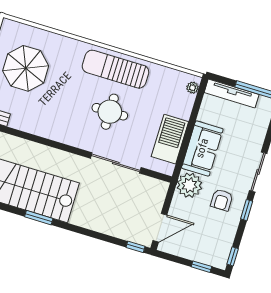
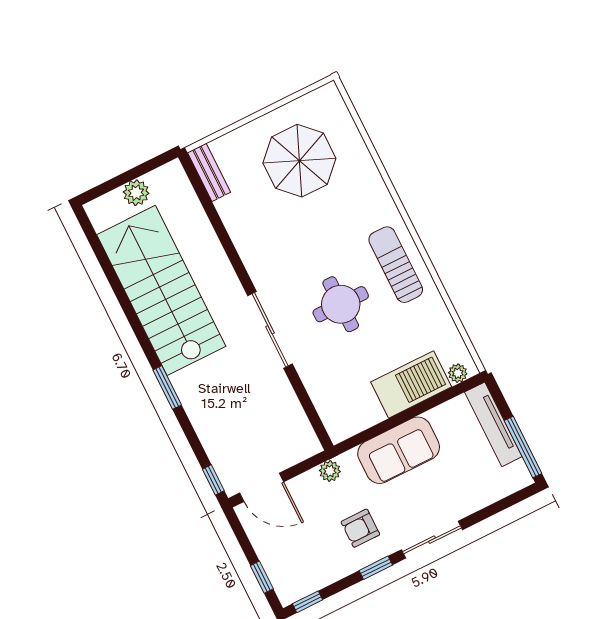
sun lounger: (115, 69) -> (396, 265), width x0.73, depth x0.75
barbecue: (170, 139) -> (411, 384), moved
sliding door: (116, 163) -> (270, 330), moved
plant: (189, 185) -> (330, 471), width x0.53, depth x0.53
window: (39, 218) -> (167, 387), moved

